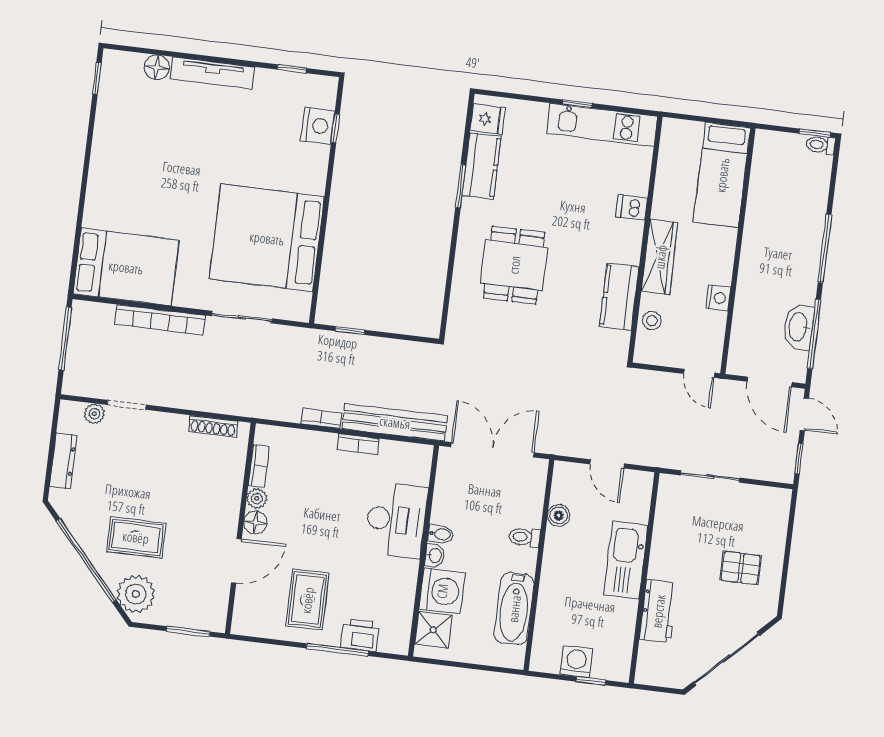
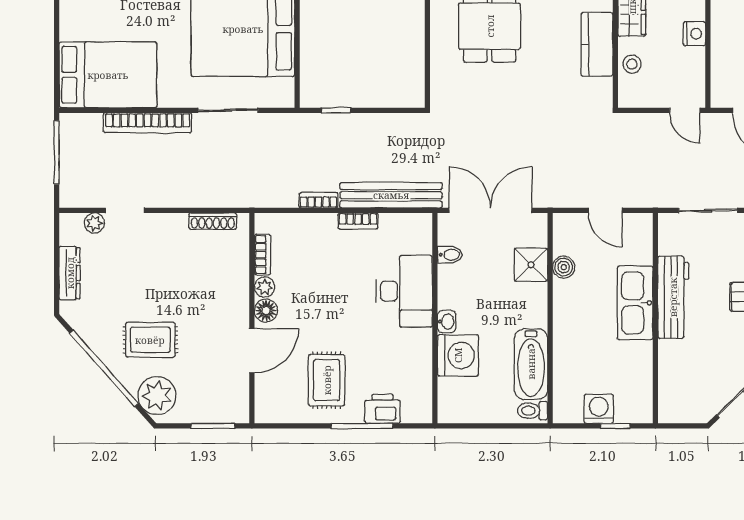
bidet: (441, 534) -> (450, 255), moved
toilet: (524, 537) -> (533, 411), moved
workbench: (658, 611) -> (673, 297), moved, width x1.38
shower: (433, 630) -> (531, 265), moved

